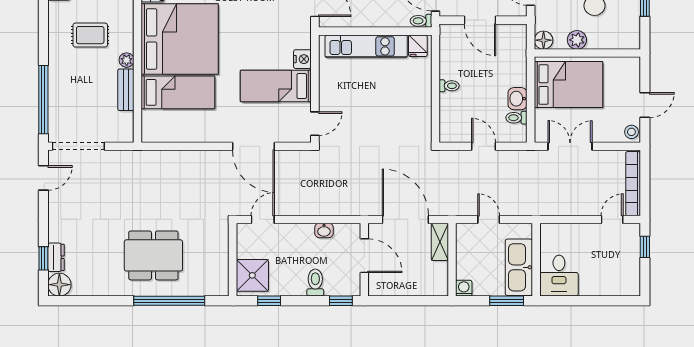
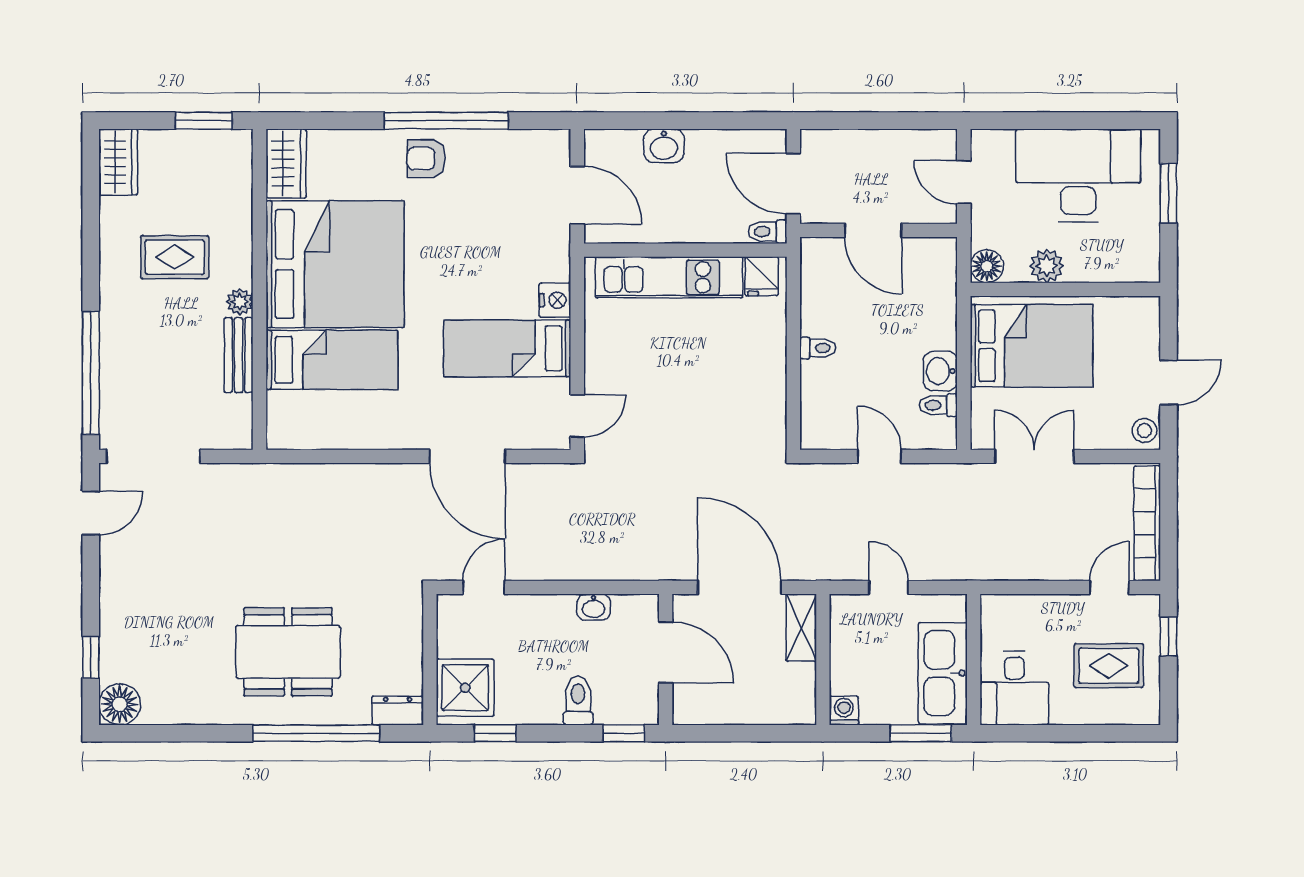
dresser: (56, 257) -> (398, 711), moved, turned -90
rug: (612, 263) -> (1109, 666), added

